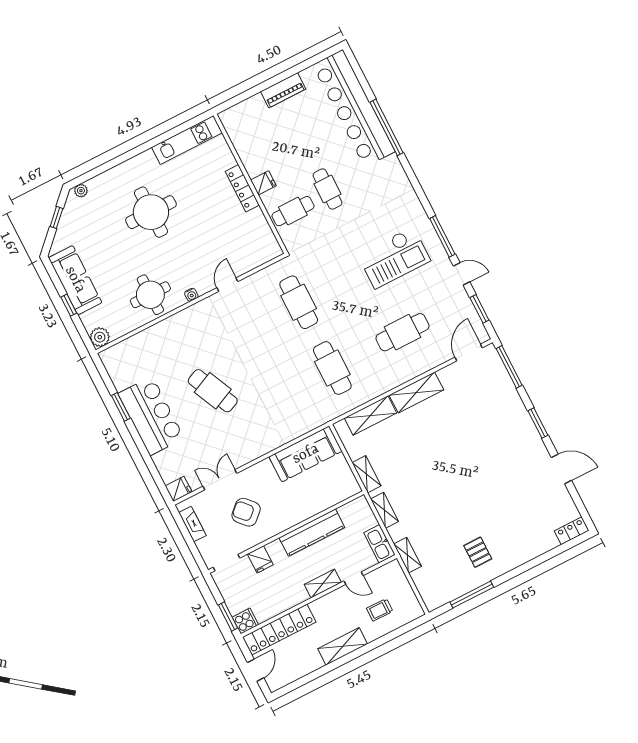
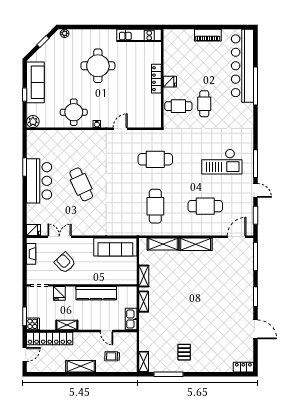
cafe table: (299, 302) -> (155, 159), turned 90
shelving: (407, 555) -> (144, 362), moved
shelving: (323, 583) -> (67, 325), moved

